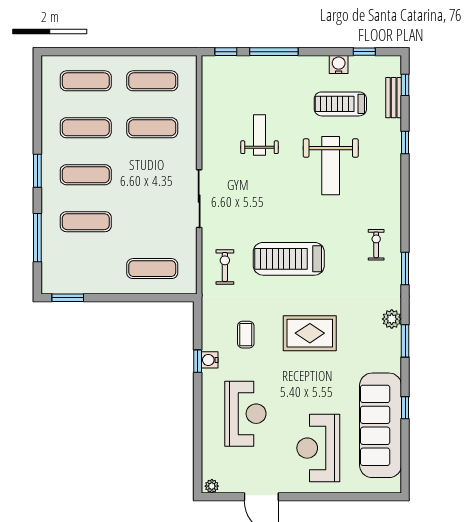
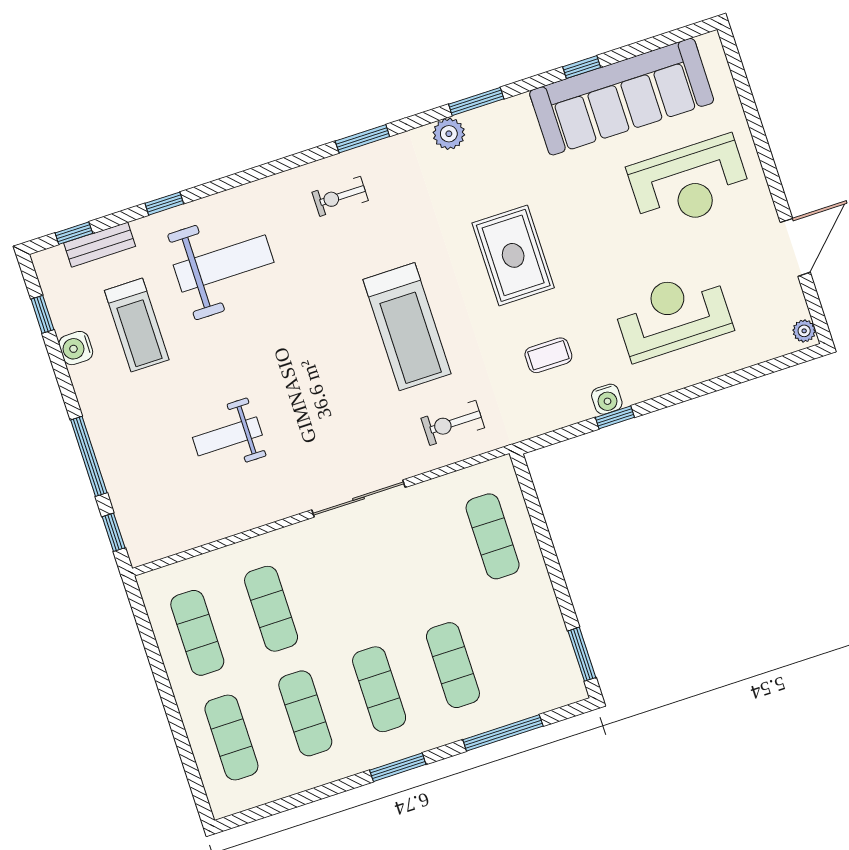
weight bench: (331, 166) -> (224, 264), moved

